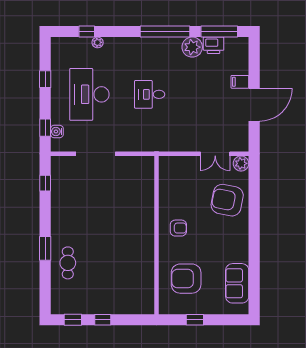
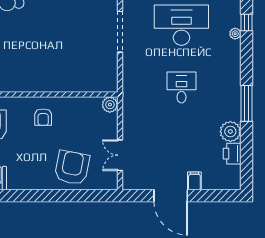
window: (165, 32) -> (246, 103), width x0.68
window: (219, 32) -> (246, 159), removed
plant: (241, 163) -> (110, 105), moved

